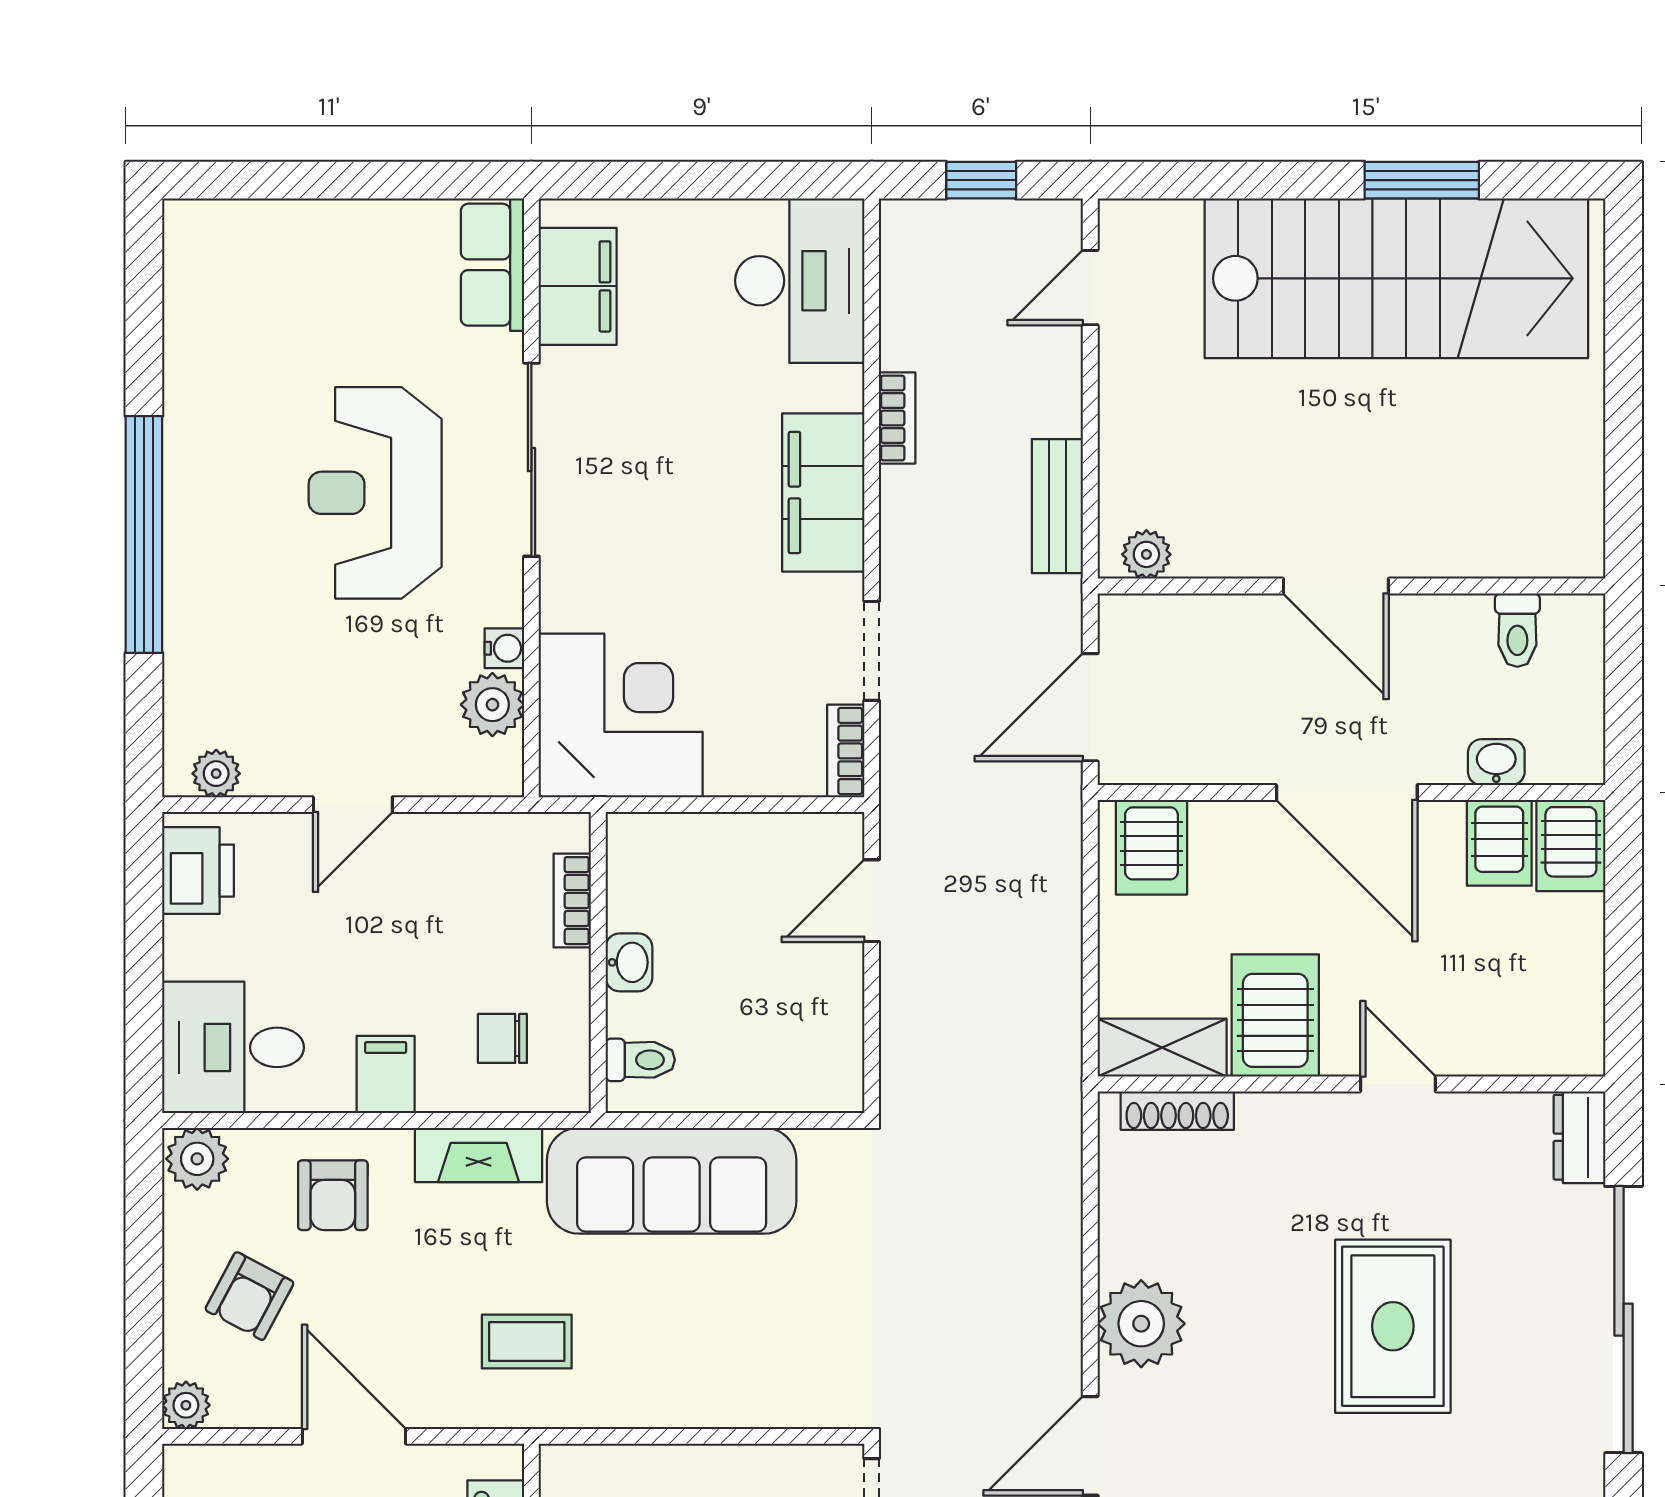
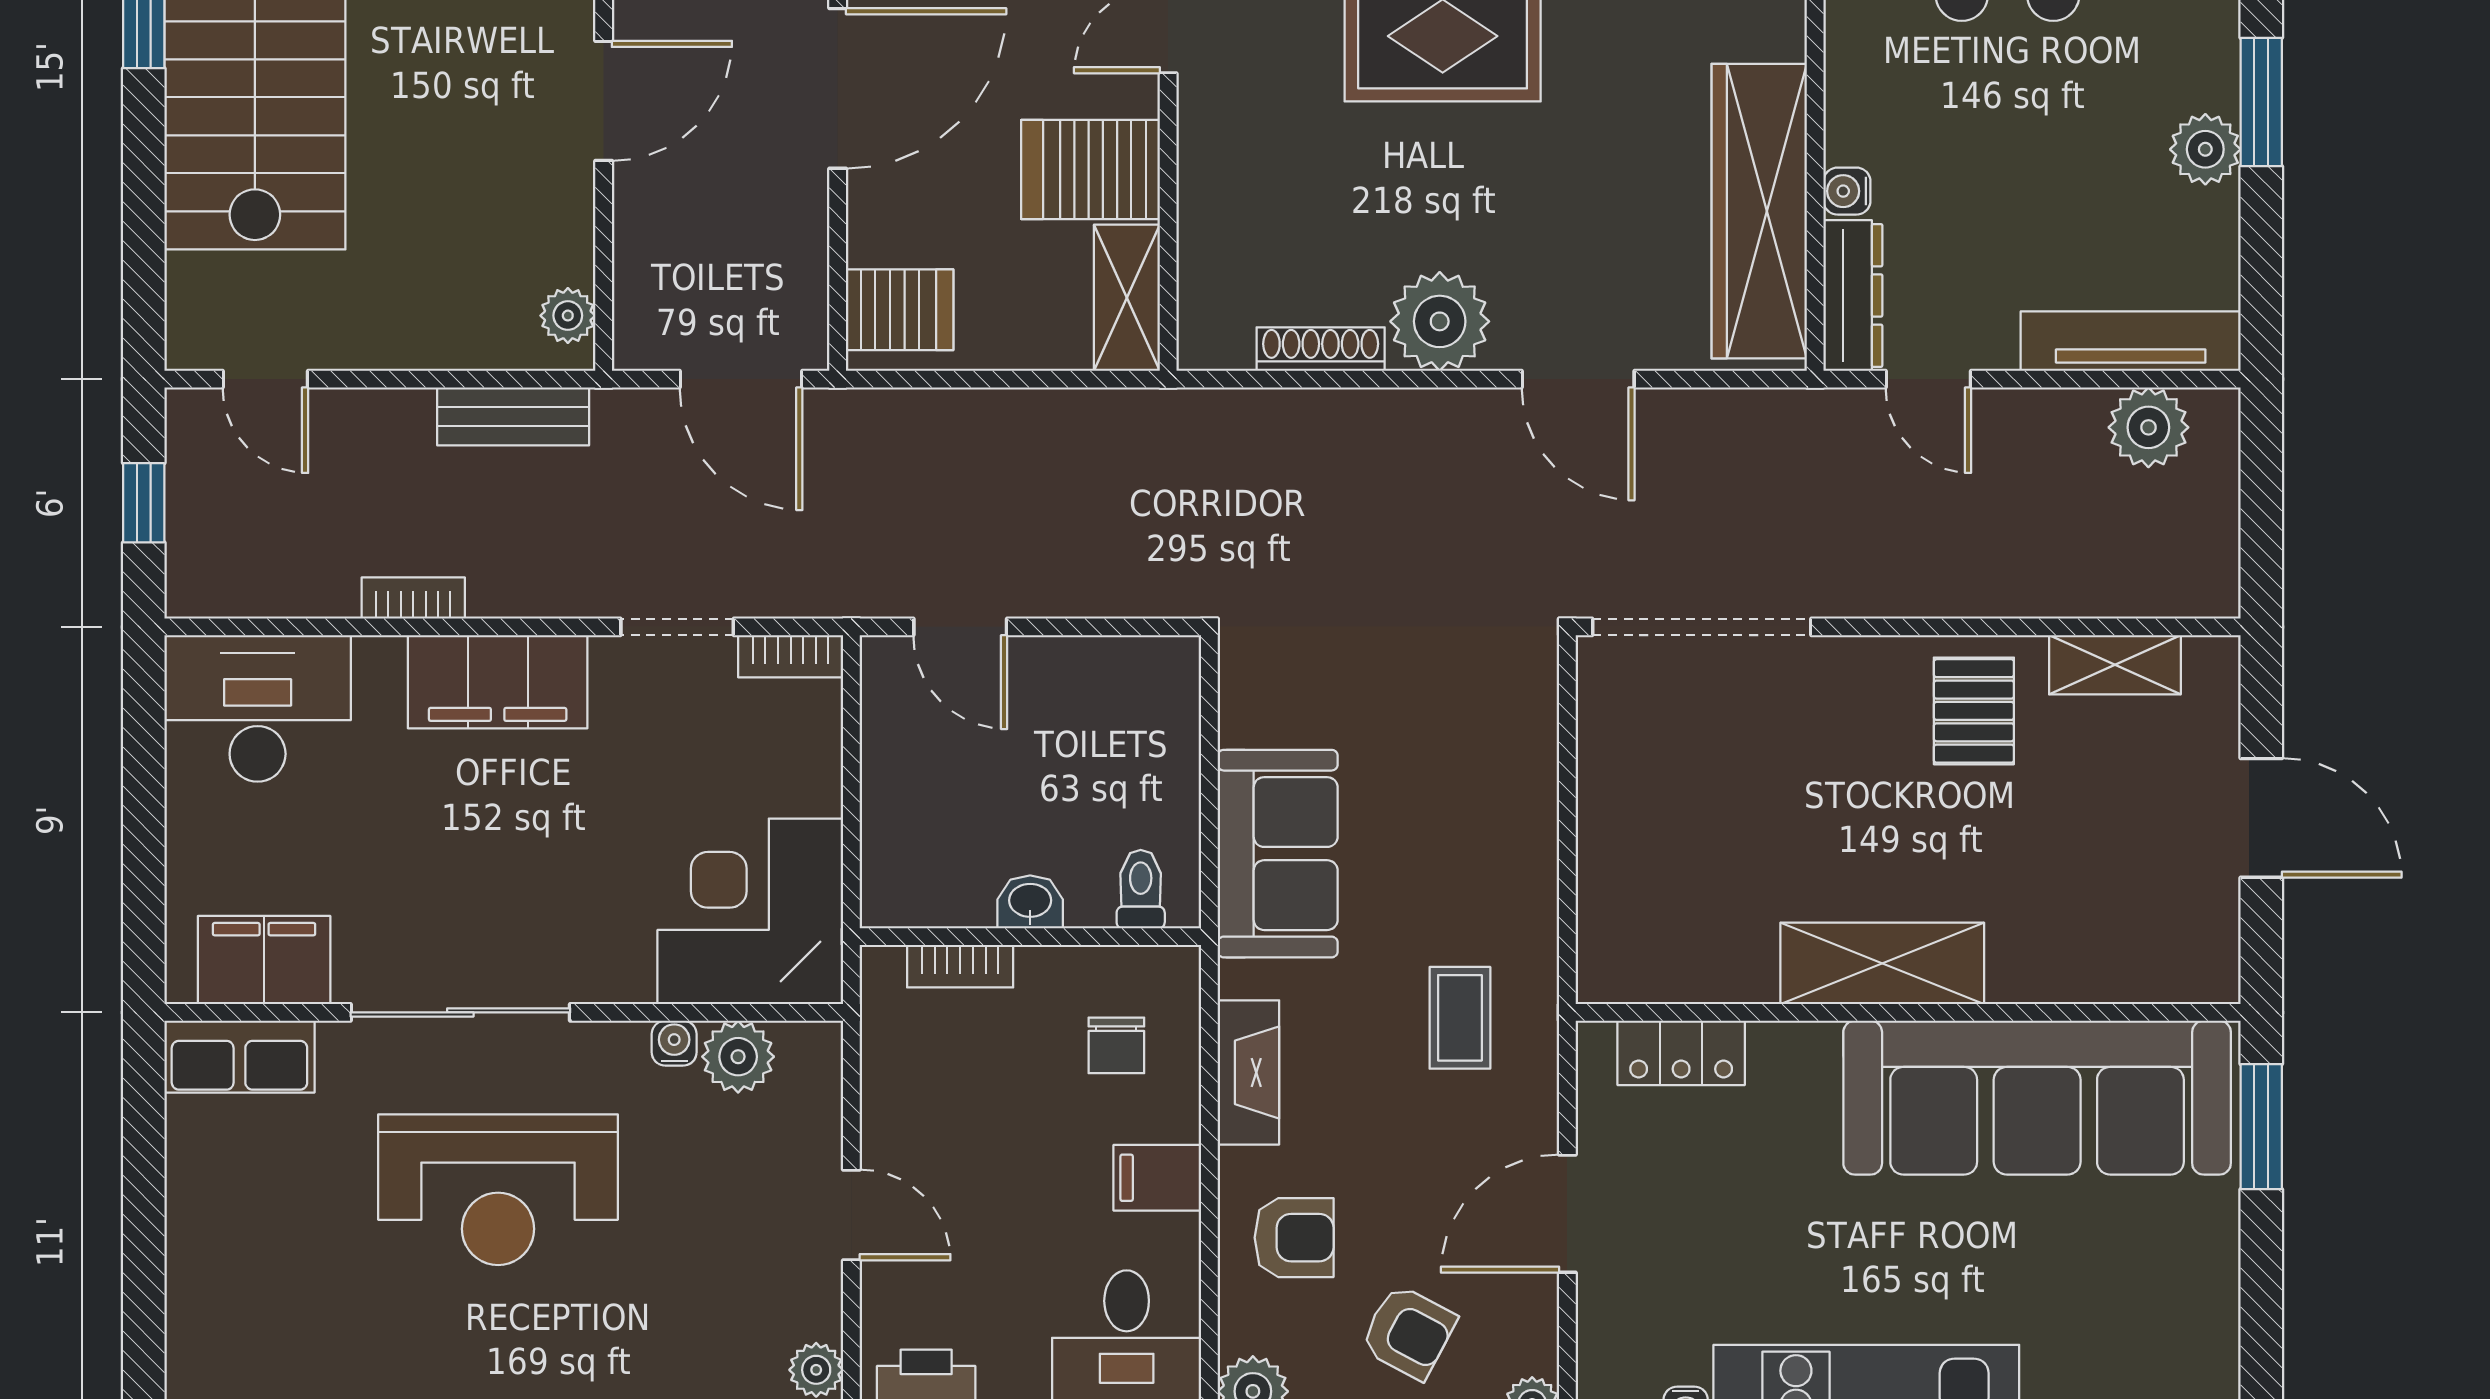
shoe rack: (1177, 1111) -> (1321, 349), moved, turned -90
sofa: (672, 1181) -> (1278, 854), width x0.73

